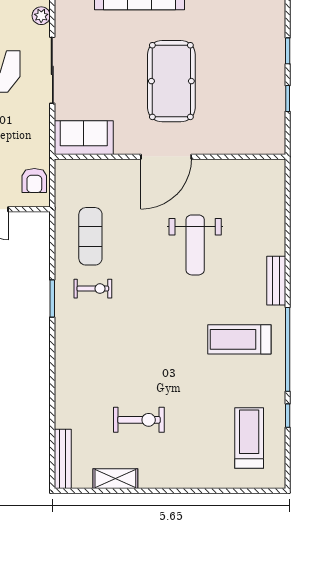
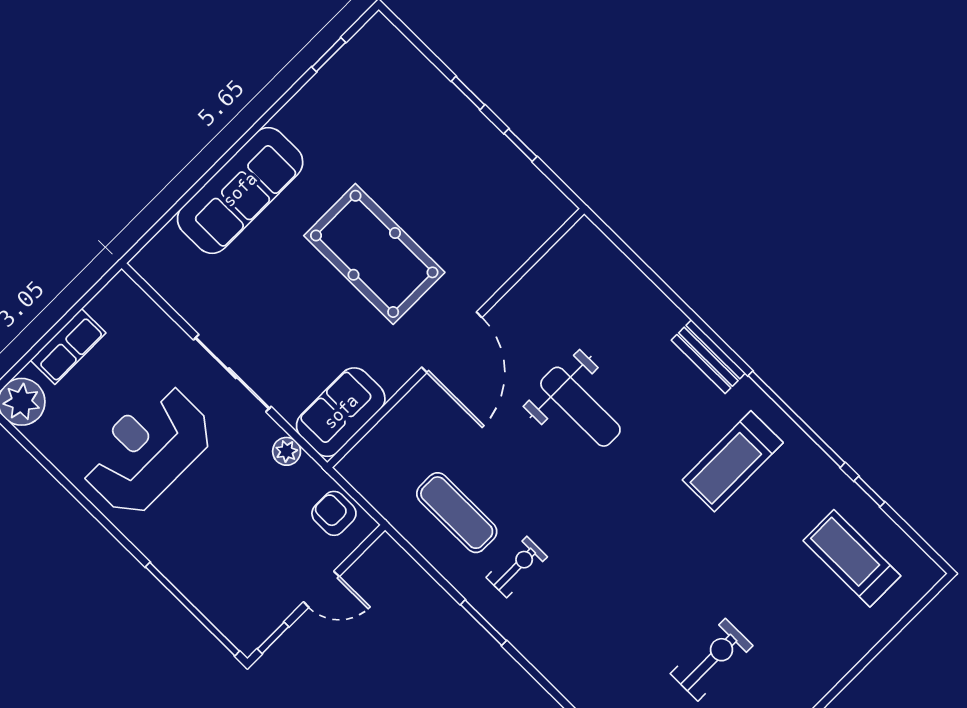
plant: (41, 16) -> (287, 451), moved
armchair: (34, 181) -> (334, 513), turned 180

